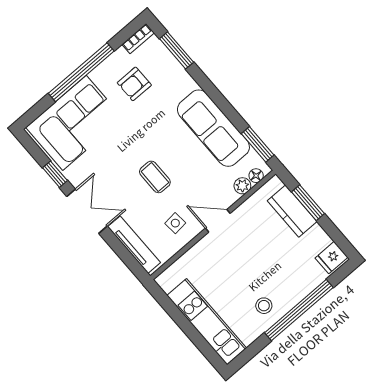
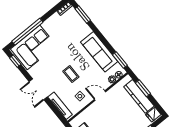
window: (81, 72) -> (27, 32), moved
armchair: (134, 84) -> (62, 30), removed
window: (55, 174) -> (15, 61), moved
double door: (87, 211) -> (38, 89), swing flipped
kitchen counter: (292, 211) -> (139, 96), width x1.50

